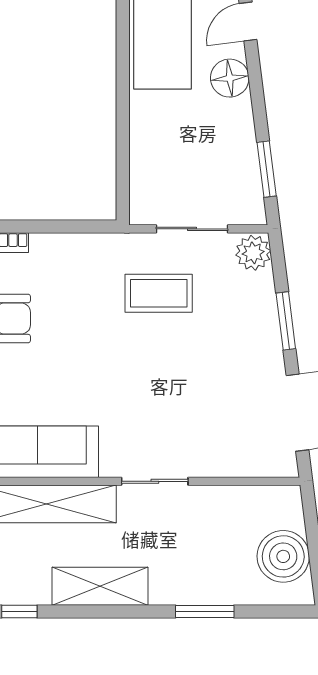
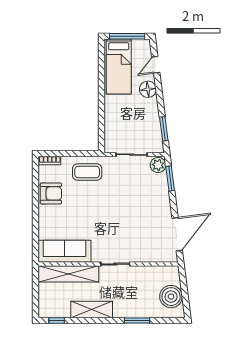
coffee table: (159, 293) -> (87, 172), moved
window: (286, 321) -> (170, 179), moved

